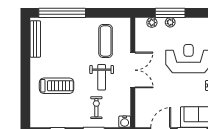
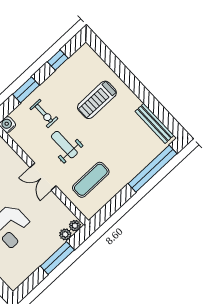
plant: (170, 22) -> (75, 226), moved
exercise mat: (106, 41) -> (91, 180), turned 90
double door: (133, 70) -> (43, 177), width x0.73

